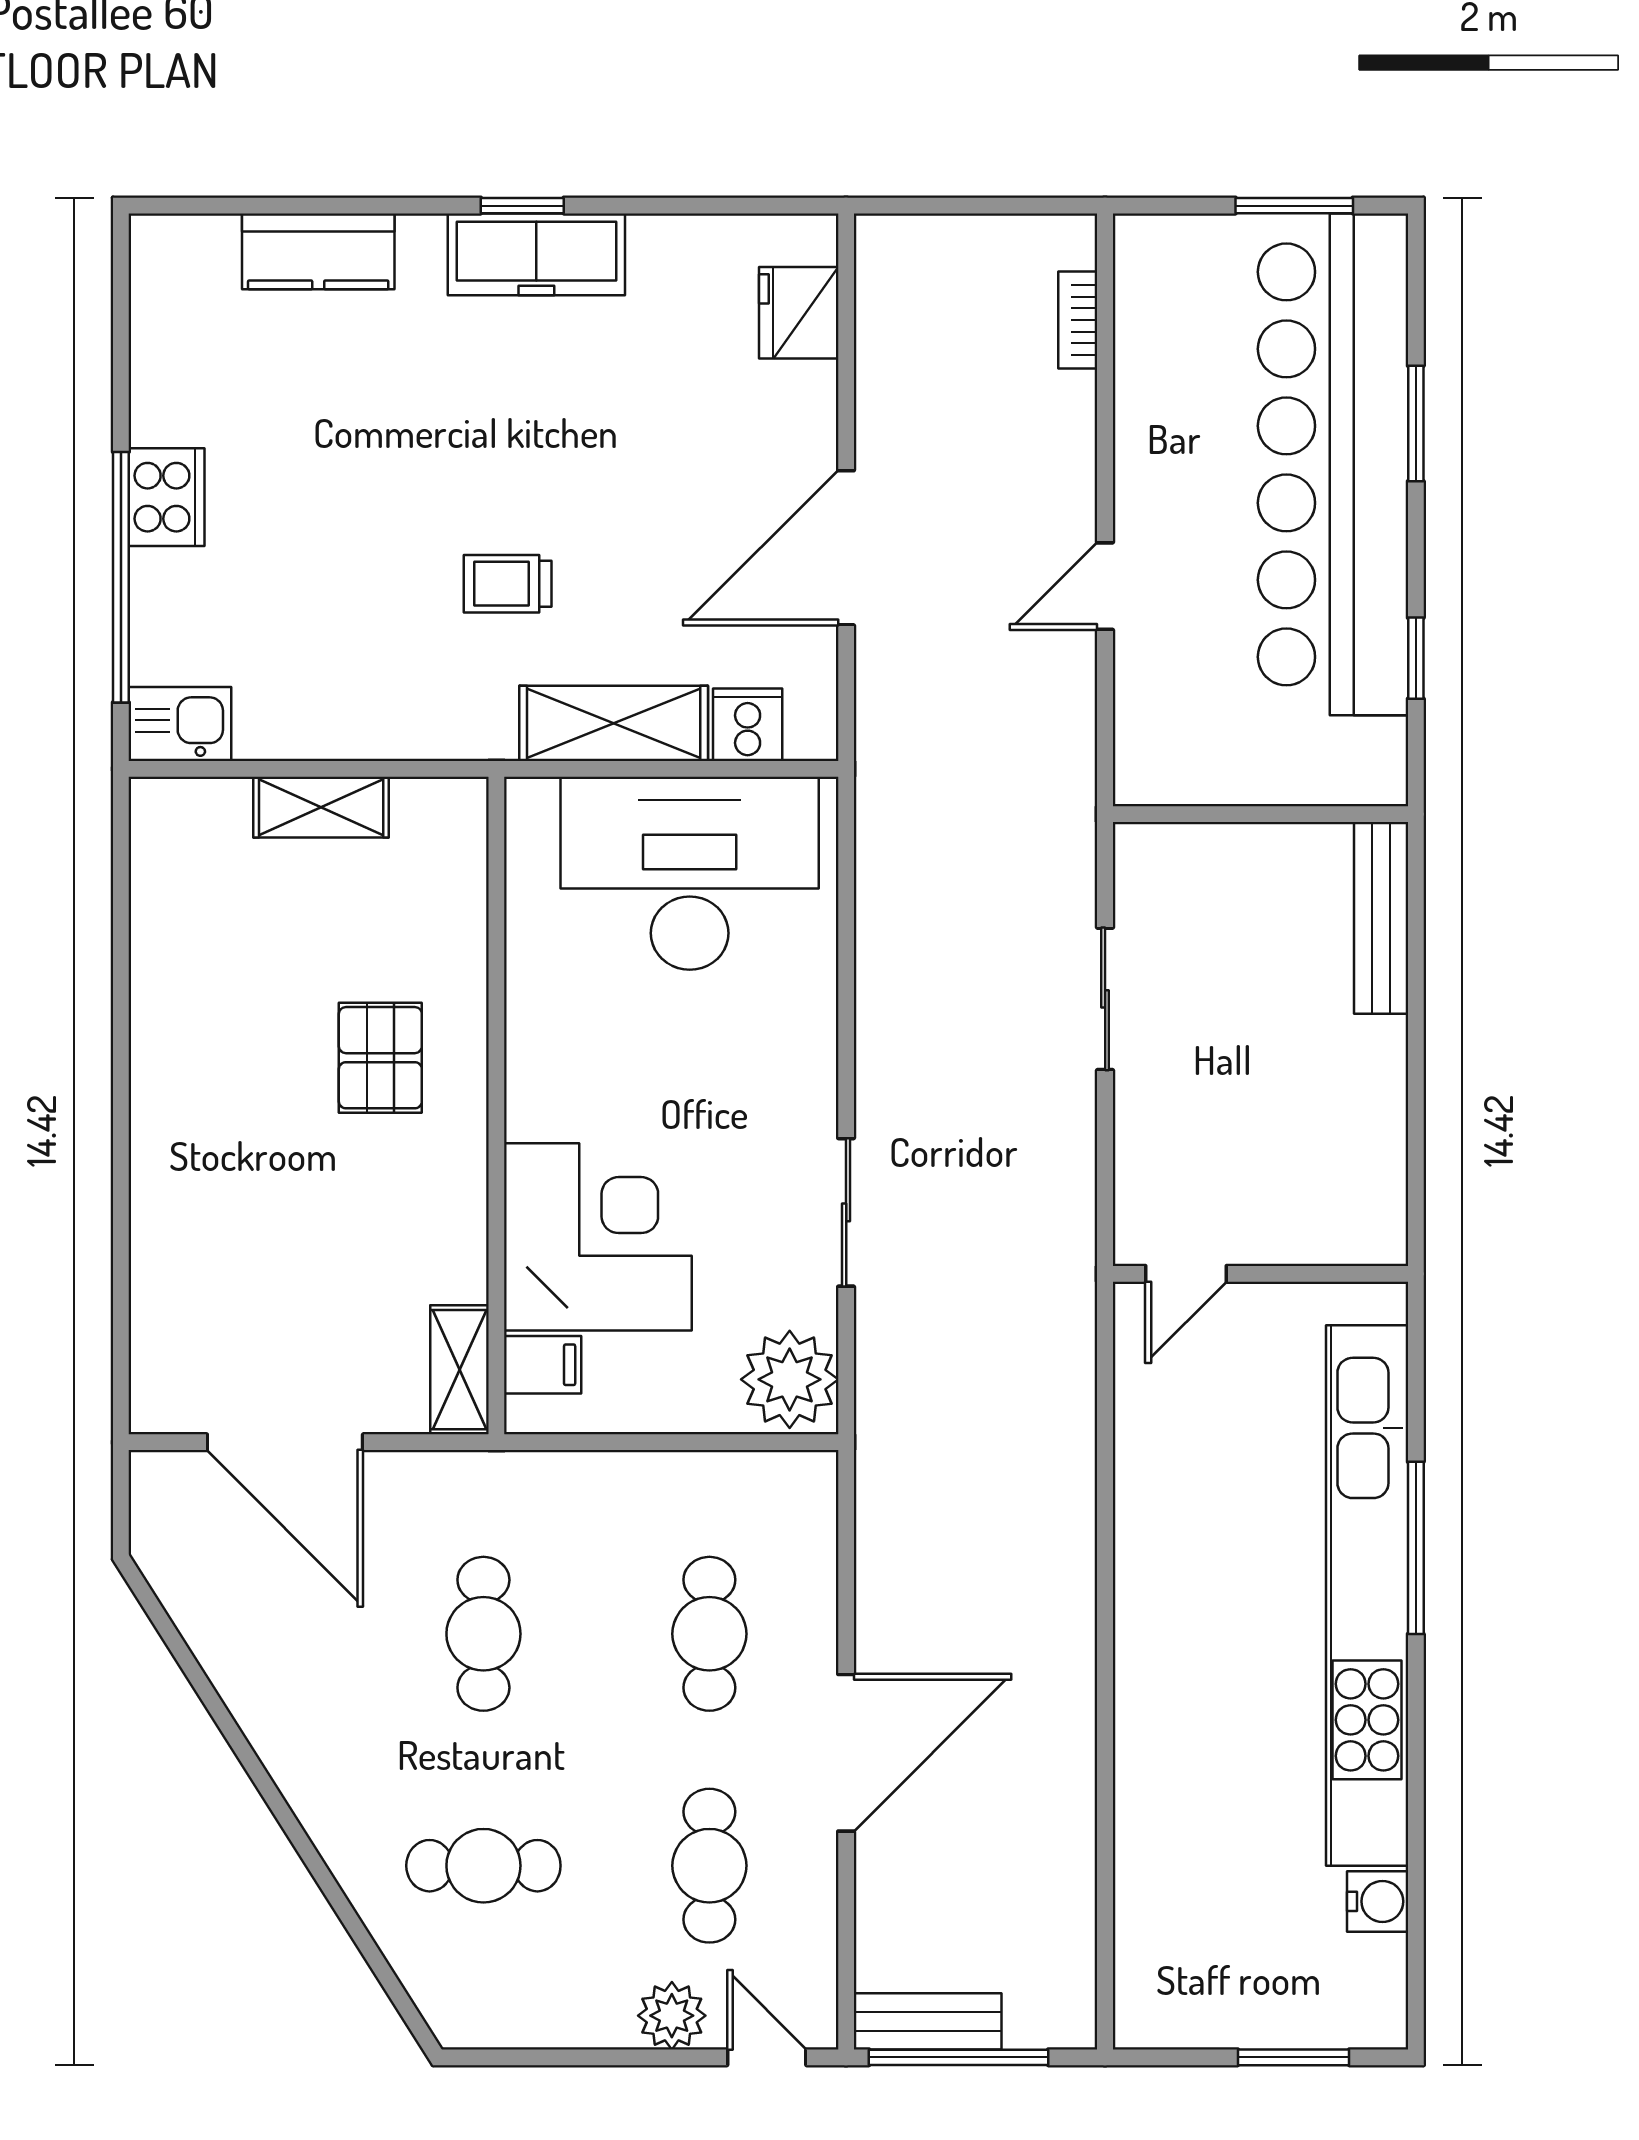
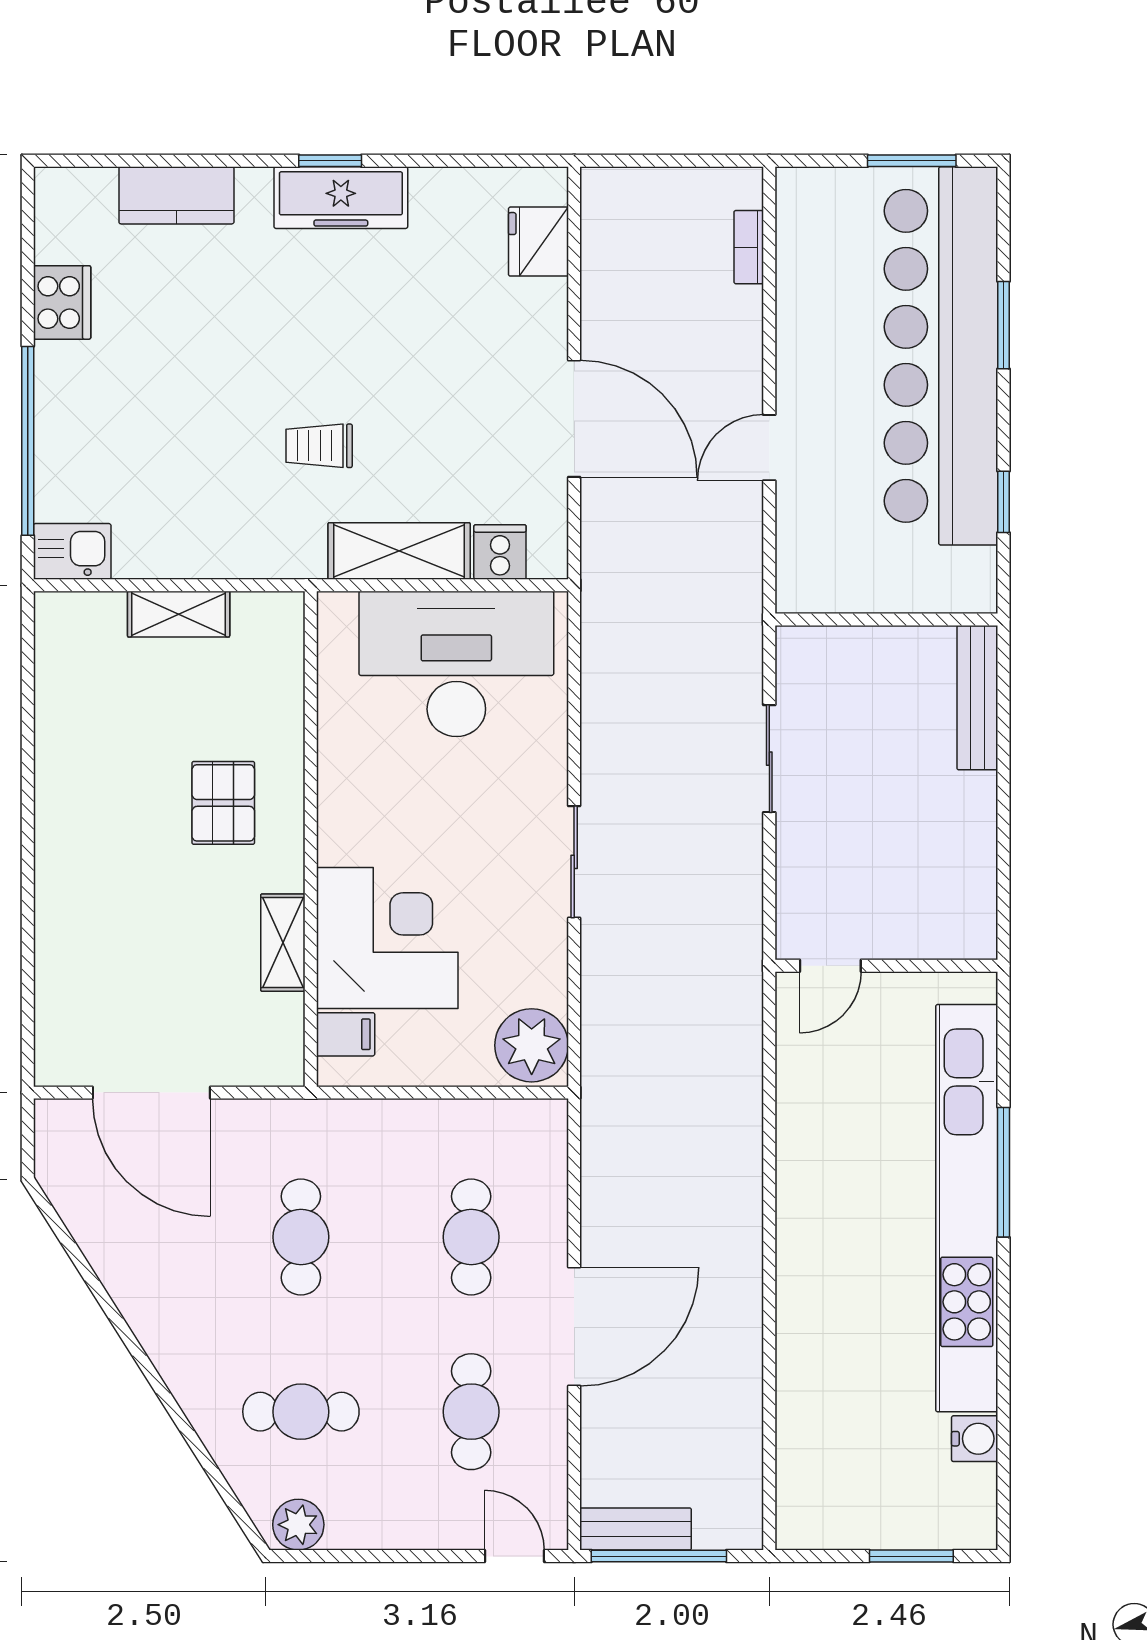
cooker: (166, 497) -> (62, 302), moved
door: (846, 548) -> (574, 419), swing flipped
sliding door: (846, 1212) -> (574, 862), moved
shelving: (460, 1370) -> (283, 943), moved
plant: (672, 2016) -> (298, 1525), moved

